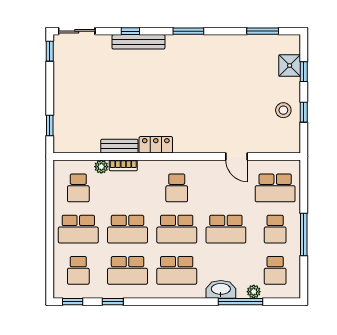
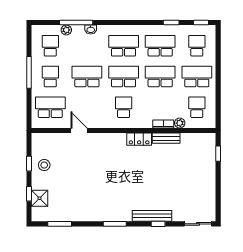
window: (50, 51) -> (218, 209), removed
washbasin: (221, 289) -> (91, 30), width x0.52, depth x0.69

